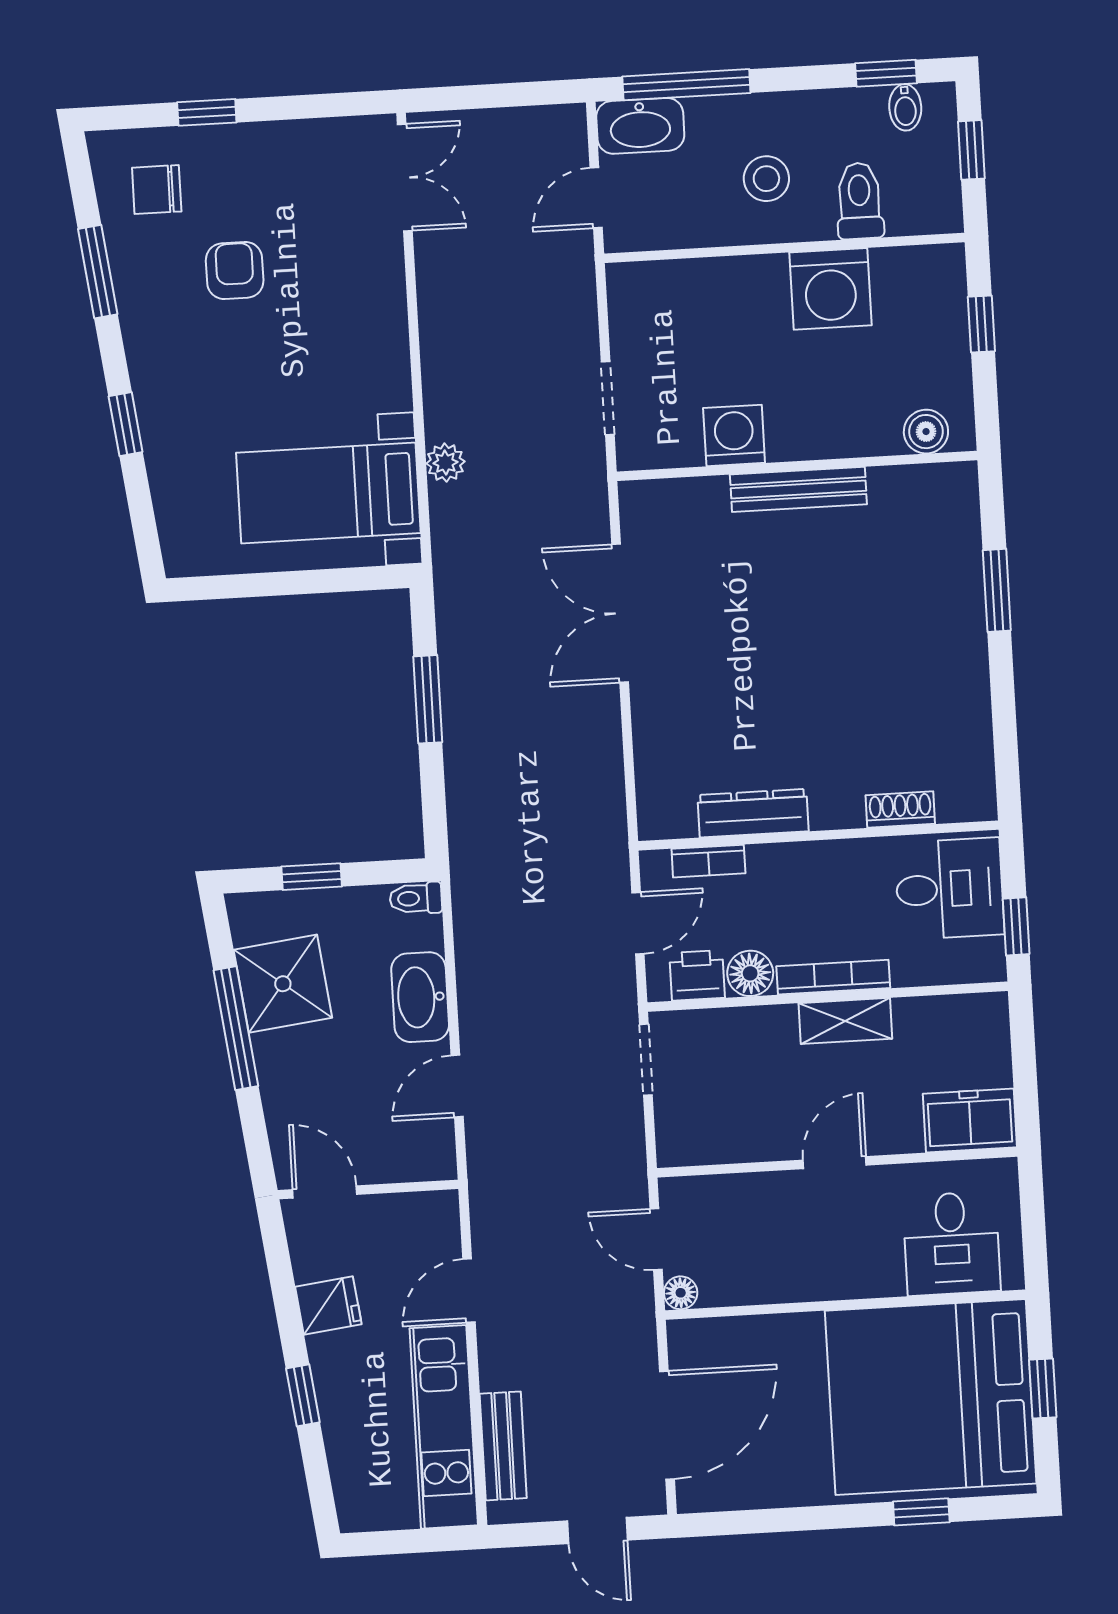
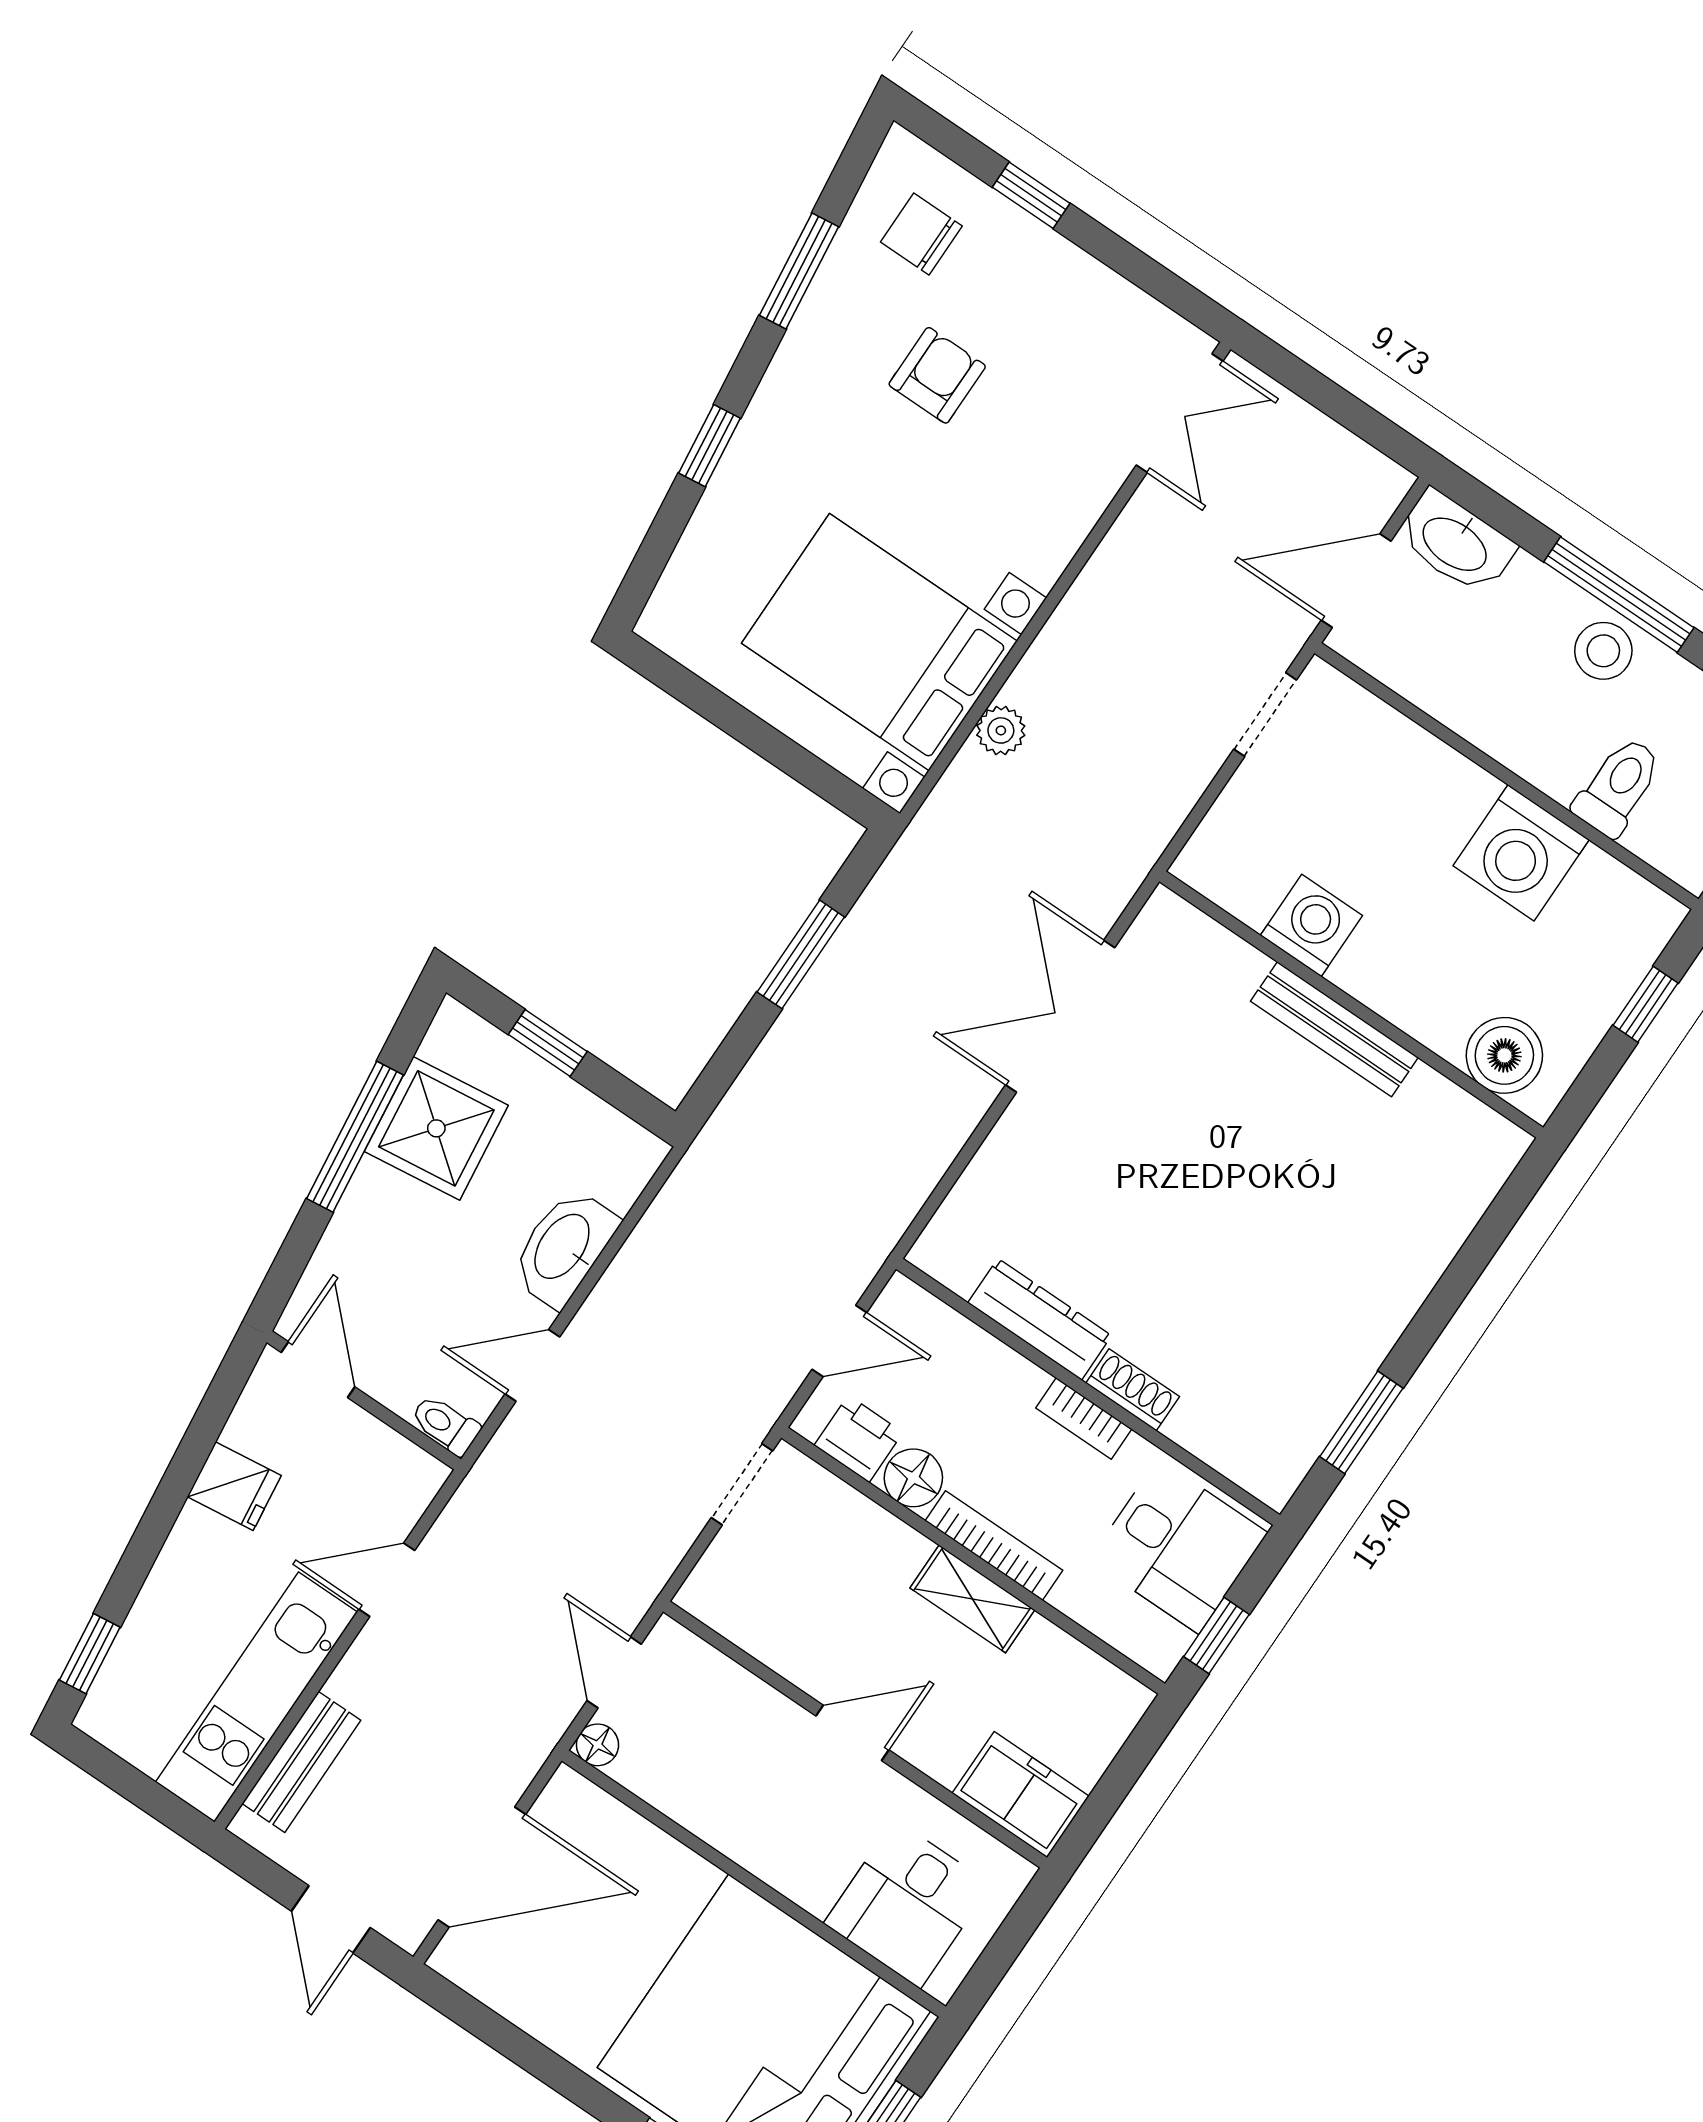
window: (686, 85) -> (1619, 595), moved
stool: (766, 179) -> (1603, 651), moved
door: (596, 198) -> (1356, 581), width x1.37
doorway: (608, 398) -> (1265, 715), moved
boiler: (926, 432) -> (1504, 1055), width x1.36, depth x1.36
bed with nightstands: (328, 493) -> (879, 642), width x1.36
window: (997, 590) -> (1361, 1422), moved
shoe rack: (900, 810) -> (1133, 1390), moved
bookcase: (708, 861) -> (1084, 1418), moved
toilet: (416, 898) -> (445, 1425), moved
window: (303, 1395) -> (90, 1654), moved

